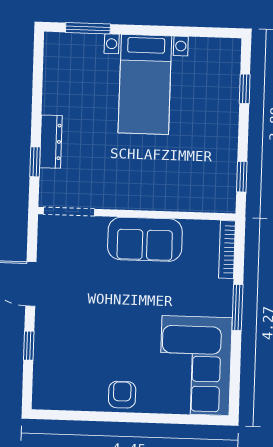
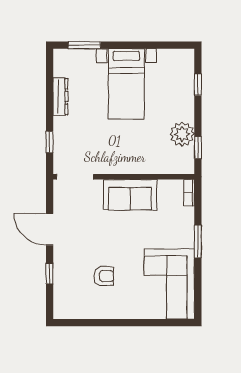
dresser: (51, 142) -> (60, 96), moved
plant: (220, 157) -> (182, 134), added
bookcase: (227, 249) -> (189, 193), width x0.64
armchair: (122, 395) -> (104, 276), moved, turned 90

